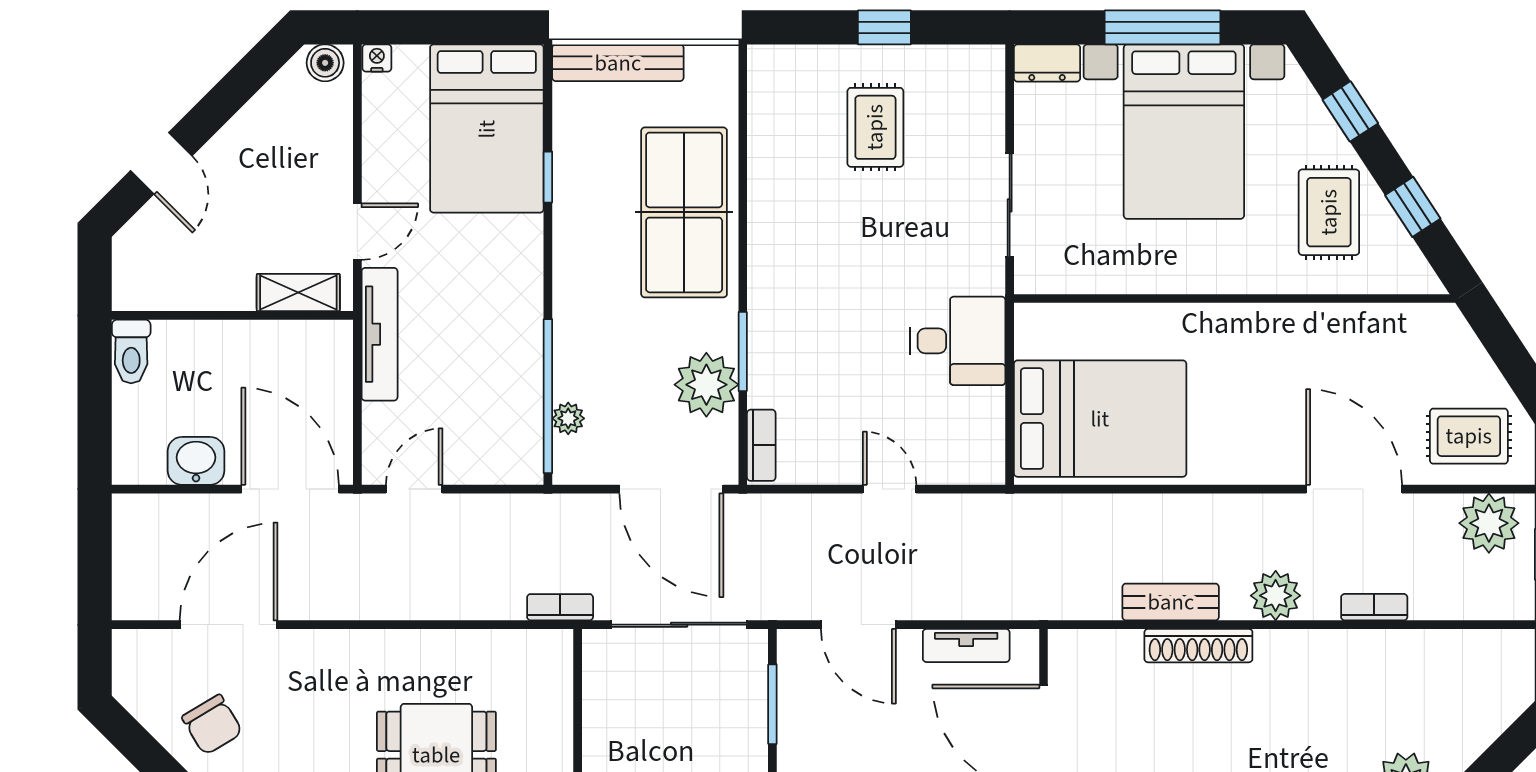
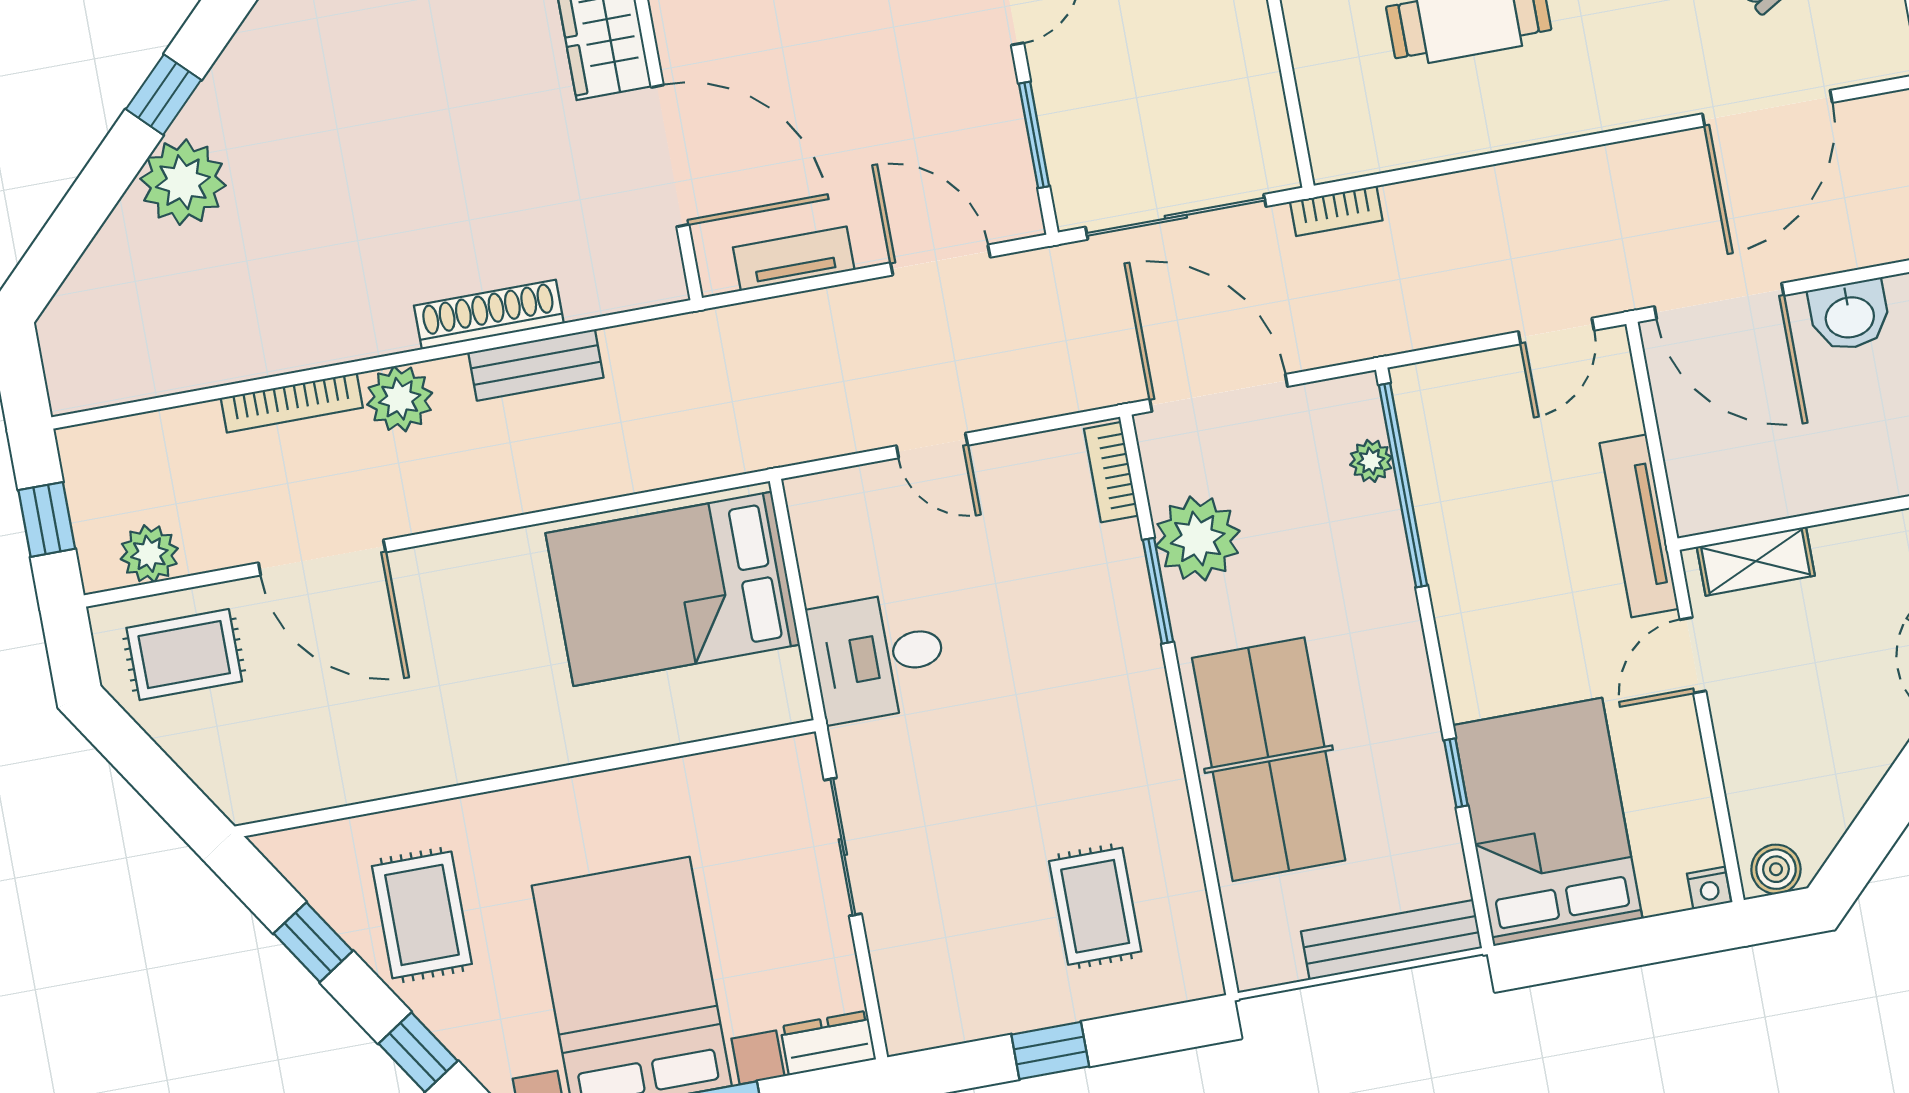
rug: (875, 127) -> (1095, 906), moved
plant: (1489, 523) -> (149, 554), width x0.73, depth x0.73
bookcase: (1374, 607) -> (292, 403), width x1.56

